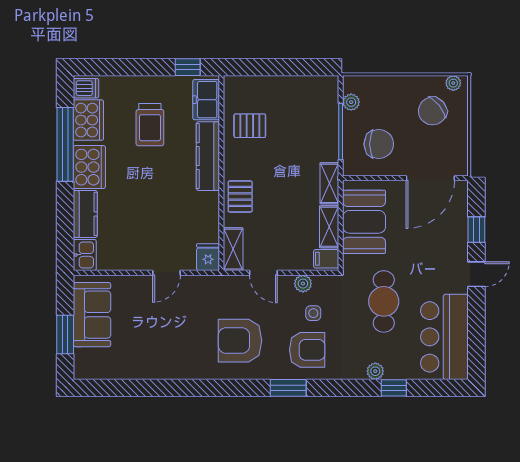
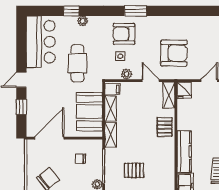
pallet: (250, 126) -> (134, 170), moved
chair: (379, 144) -> (81, 159), width x0.54, depth x0.54
armchair: (240, 341) -> (174, 53), moved

